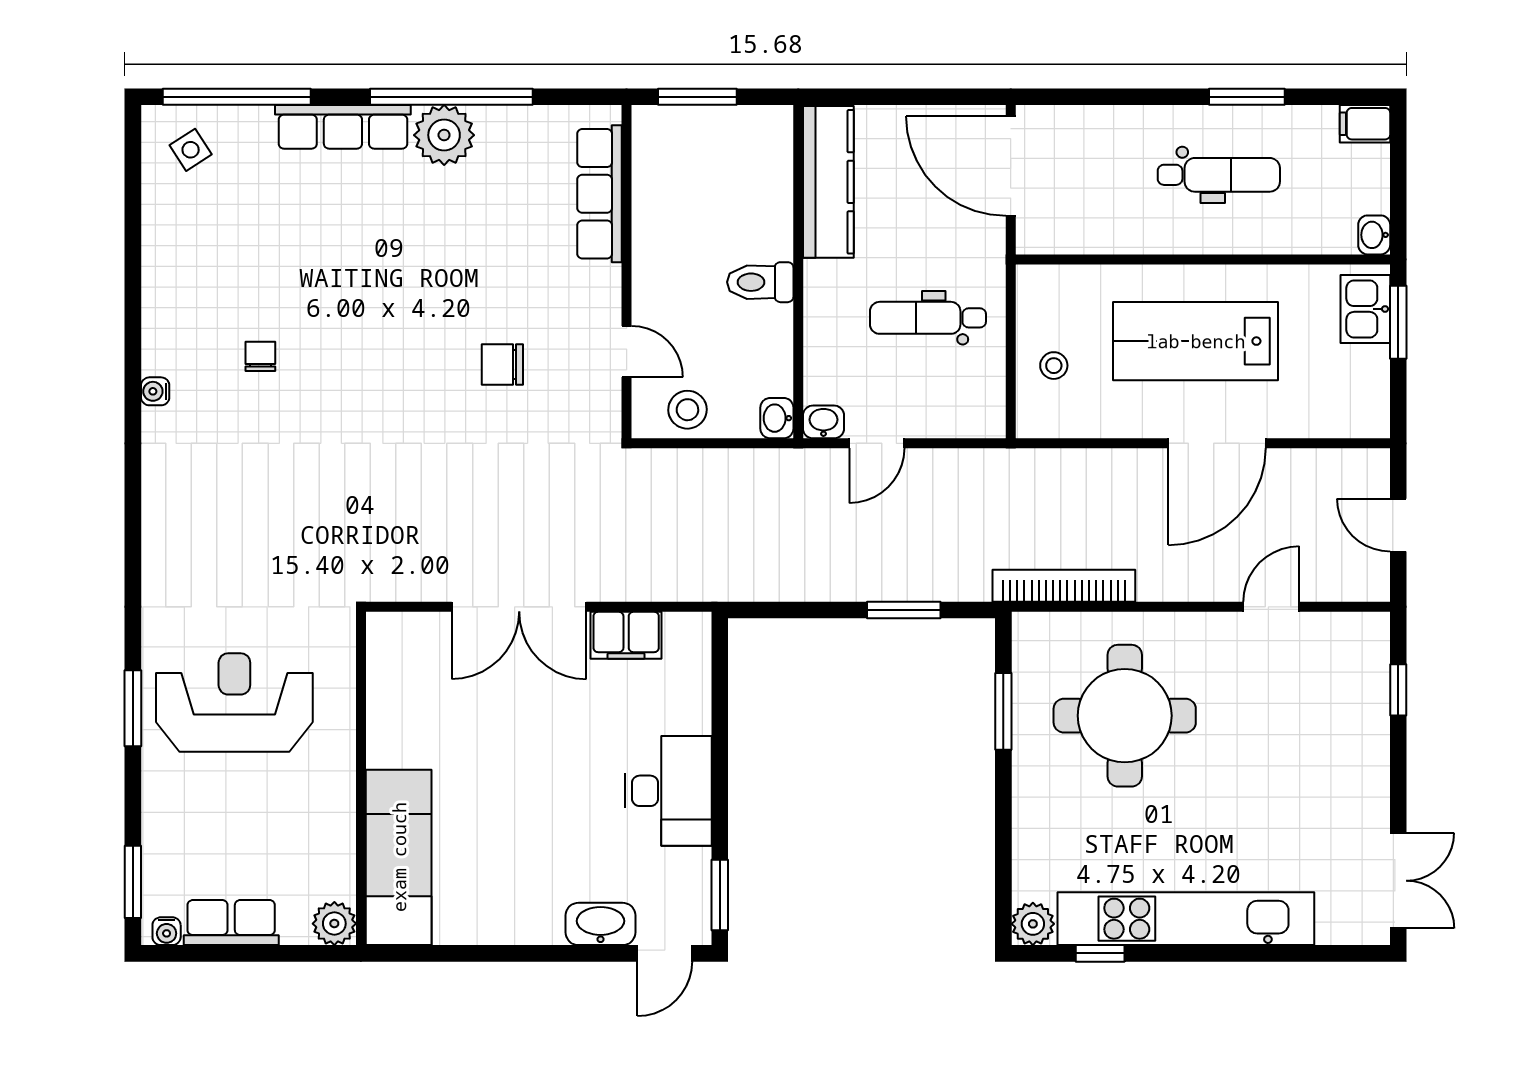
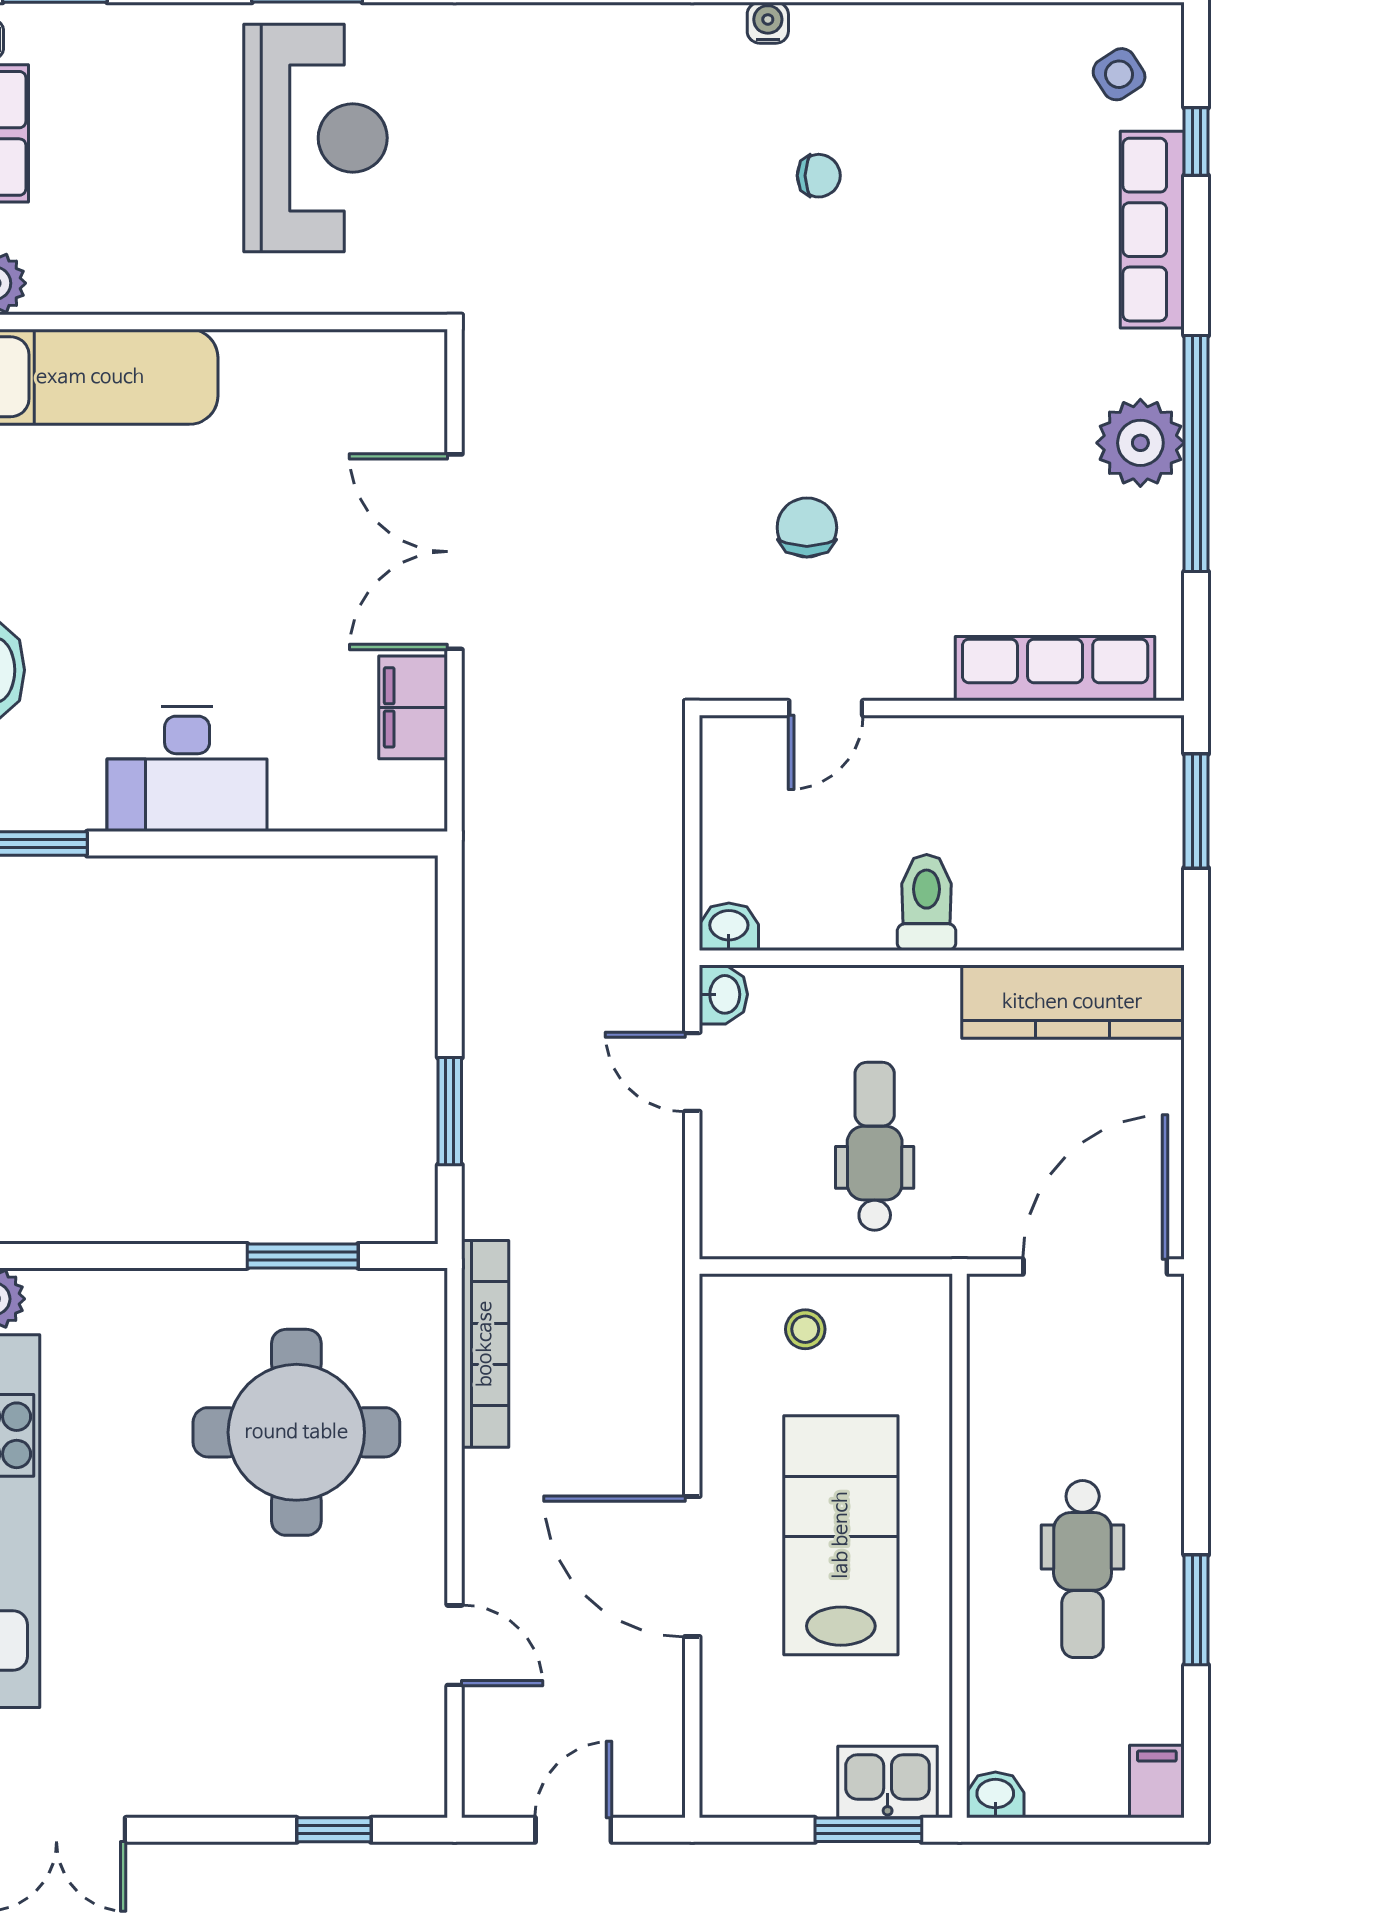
window: (237, 97) -> (1196, 141), width x0.32
row of seats: (343, 127) -> (1152, 230), moved
stool: (687, 410) -> (741, 797), removed

